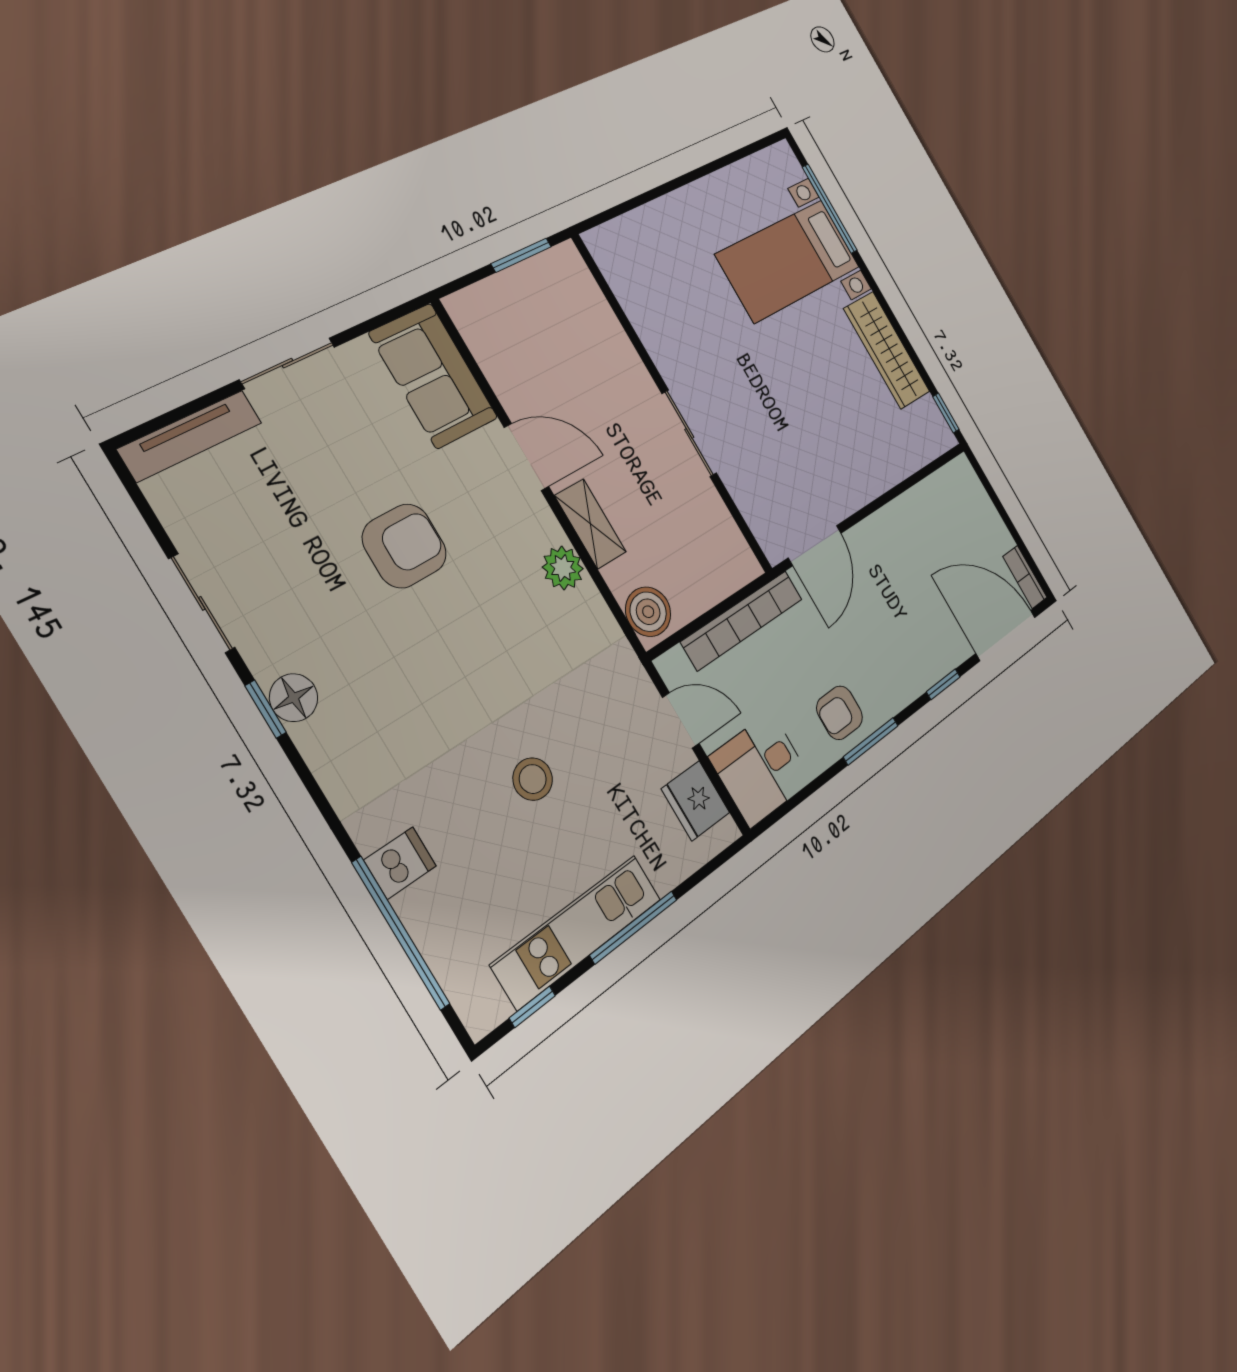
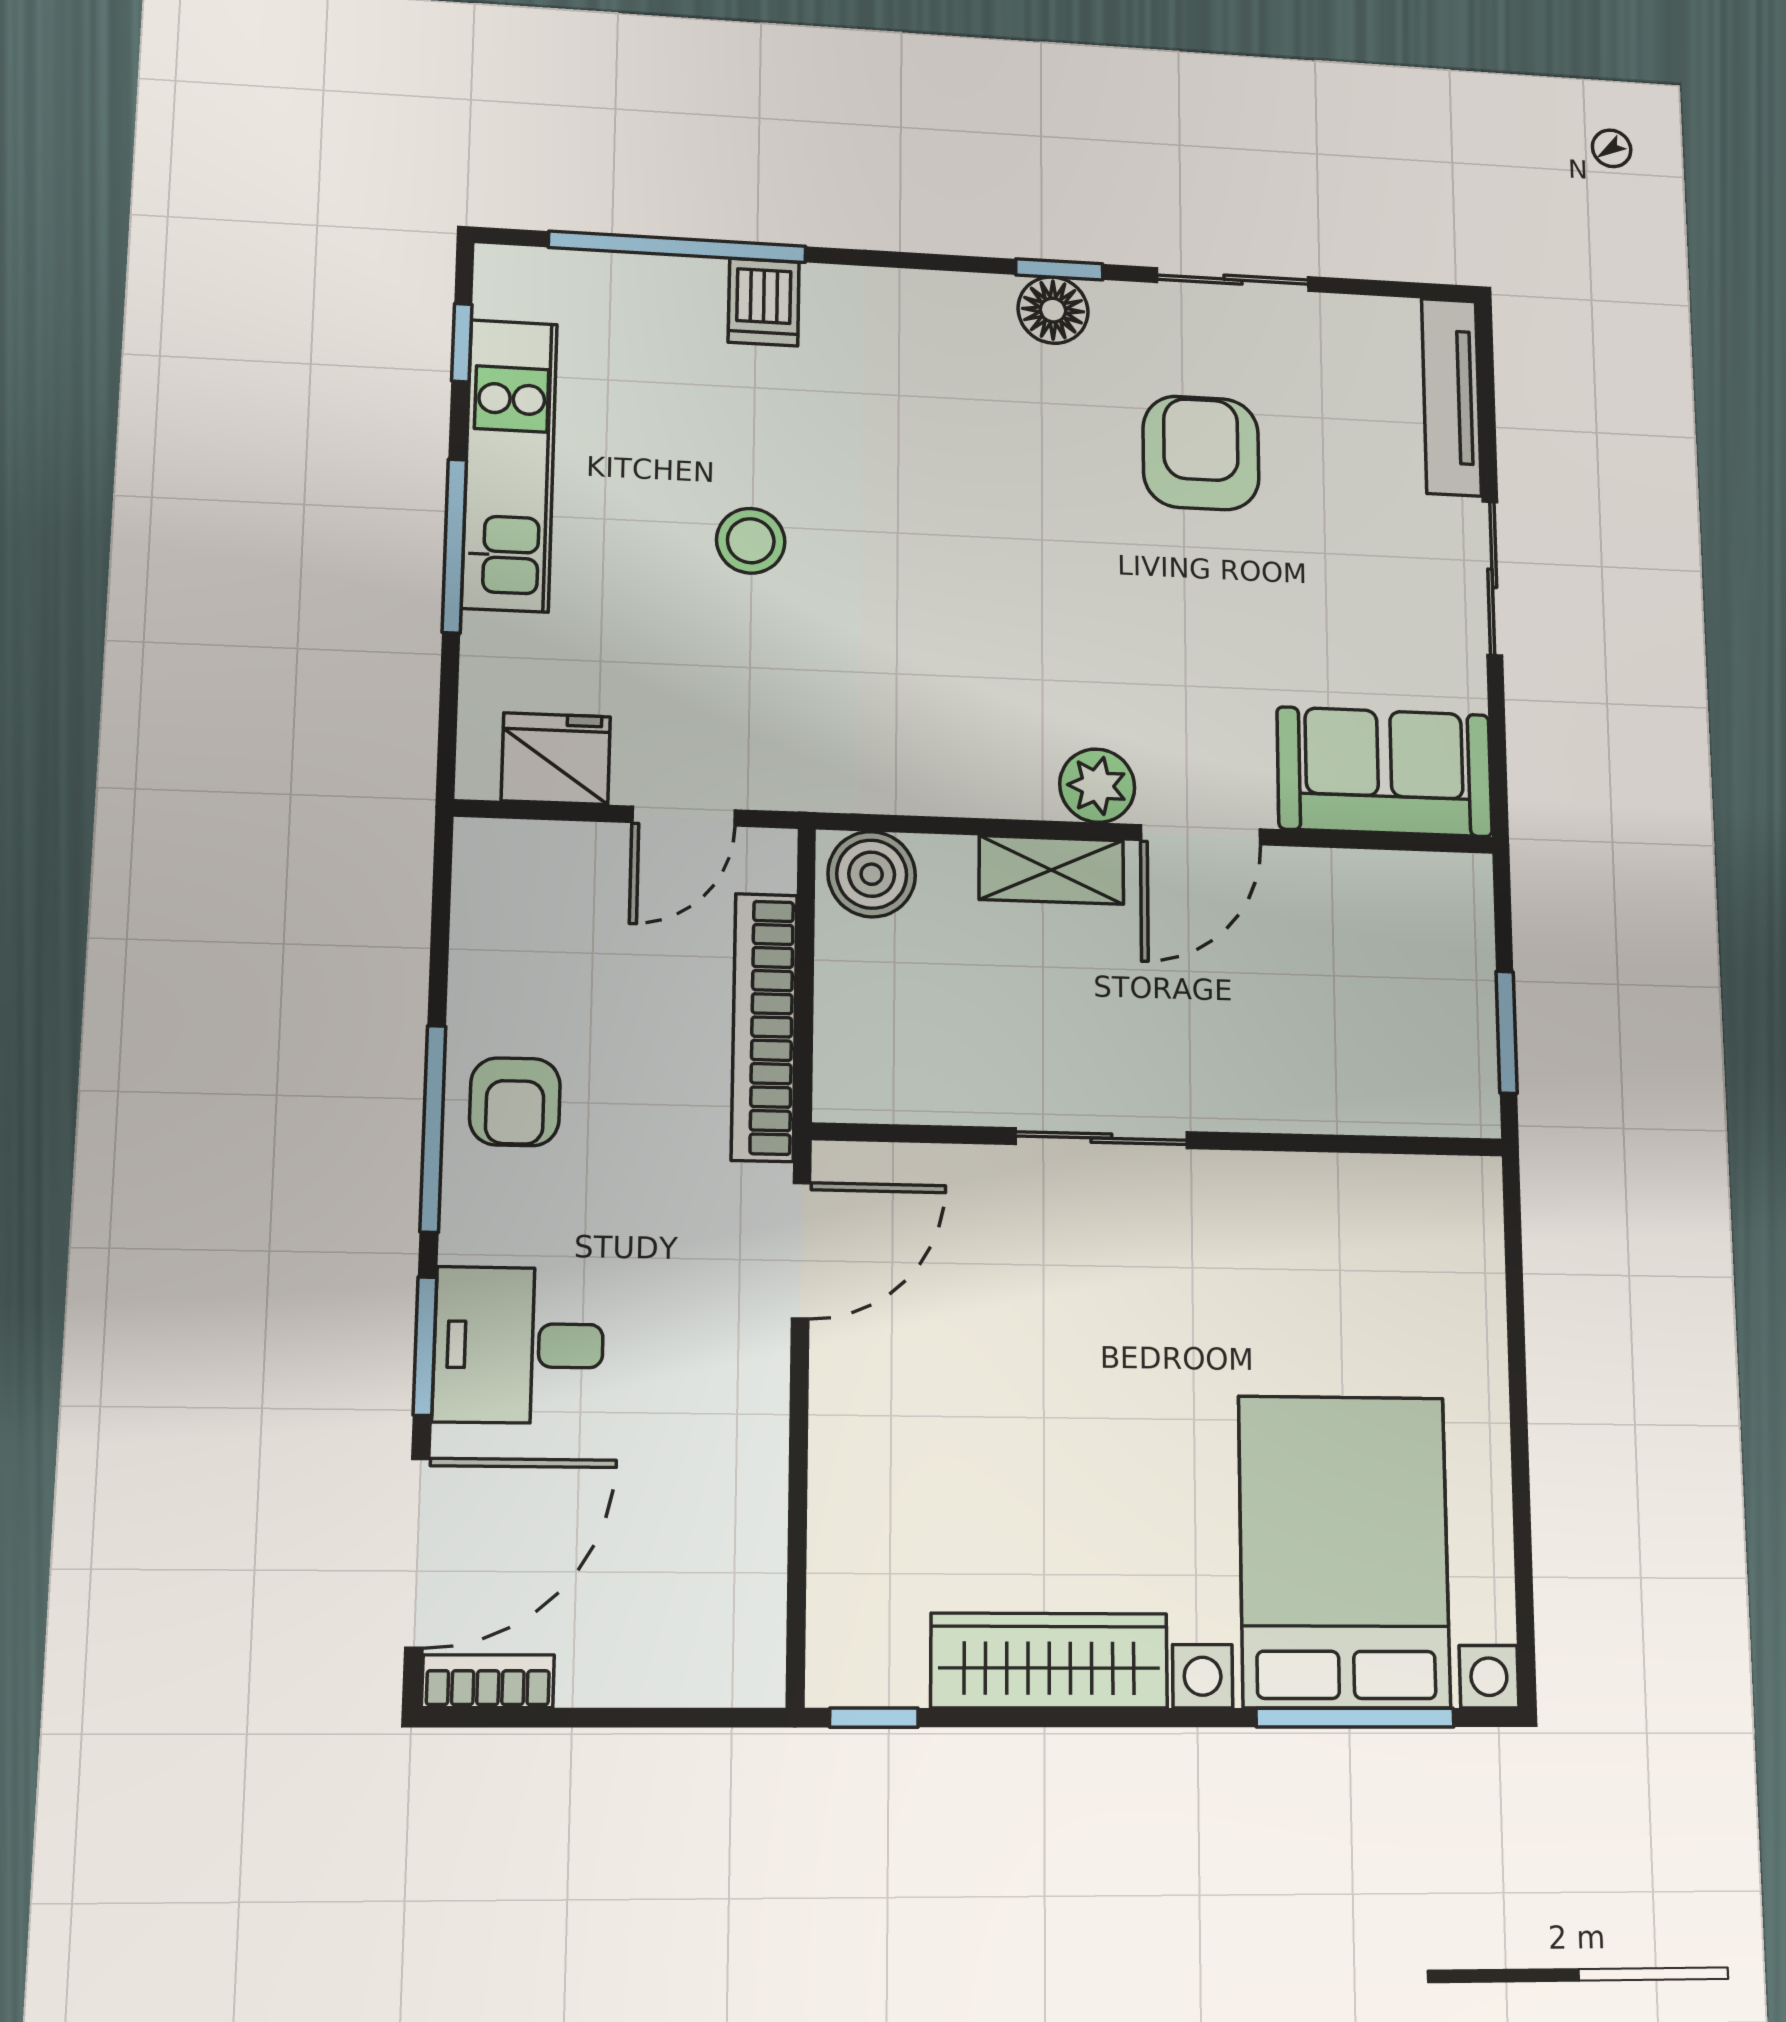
bed with nightstands: (788, 261) -> (1344, 1551), width x1.36
armchair: (404, 546) -> (1201, 453), moved, turned 180
door: (815, 546) -> (801, 1250), swing flipped
plant: (563, 568) -> (1097, 786), moved
window: (943, 684) -> (425, 1346), width x1.50
armchair: (840, 713) -> (515, 1102), turned 180
window: (871, 741) -> (433, 1128), width x1.44
desk: (761, 769) -> (519, 1345), moved, turned -90

